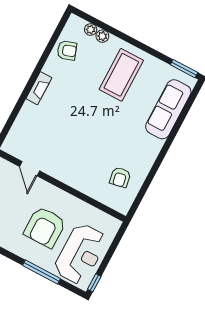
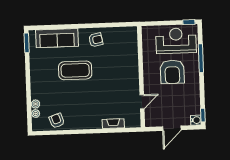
coffee table: (121, 75) -> (75, 70), moved
fireplace: (39, 88) -> (113, 124), moved
armchair: (120, 177) -> (96, 40), moved
armchair: (45, 227) -> (172, 72), turned 90

